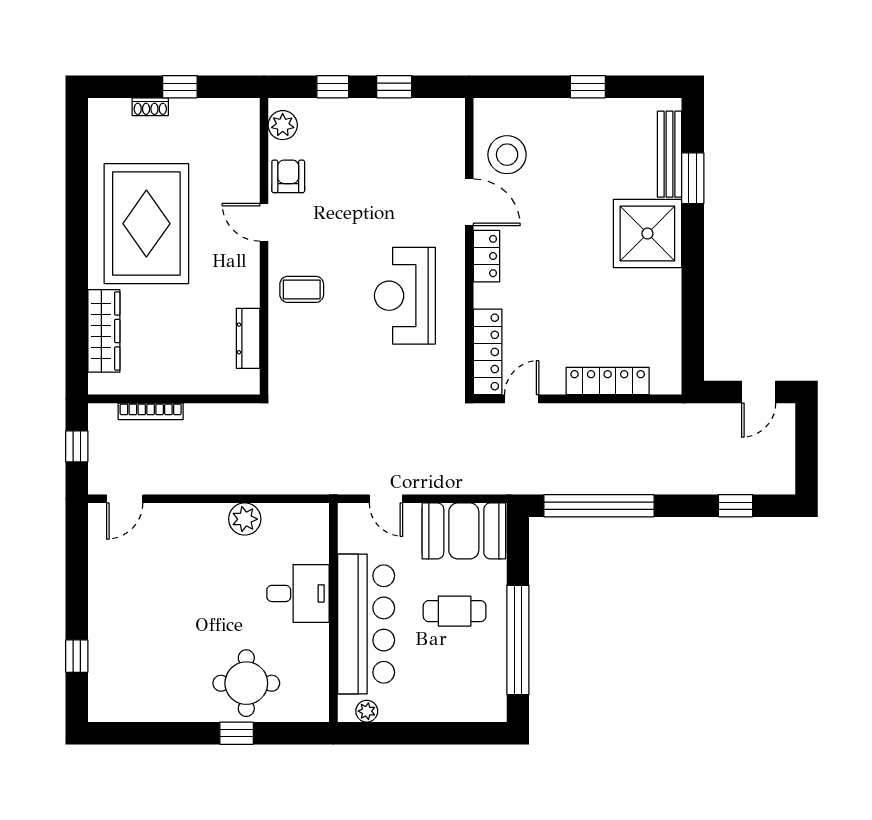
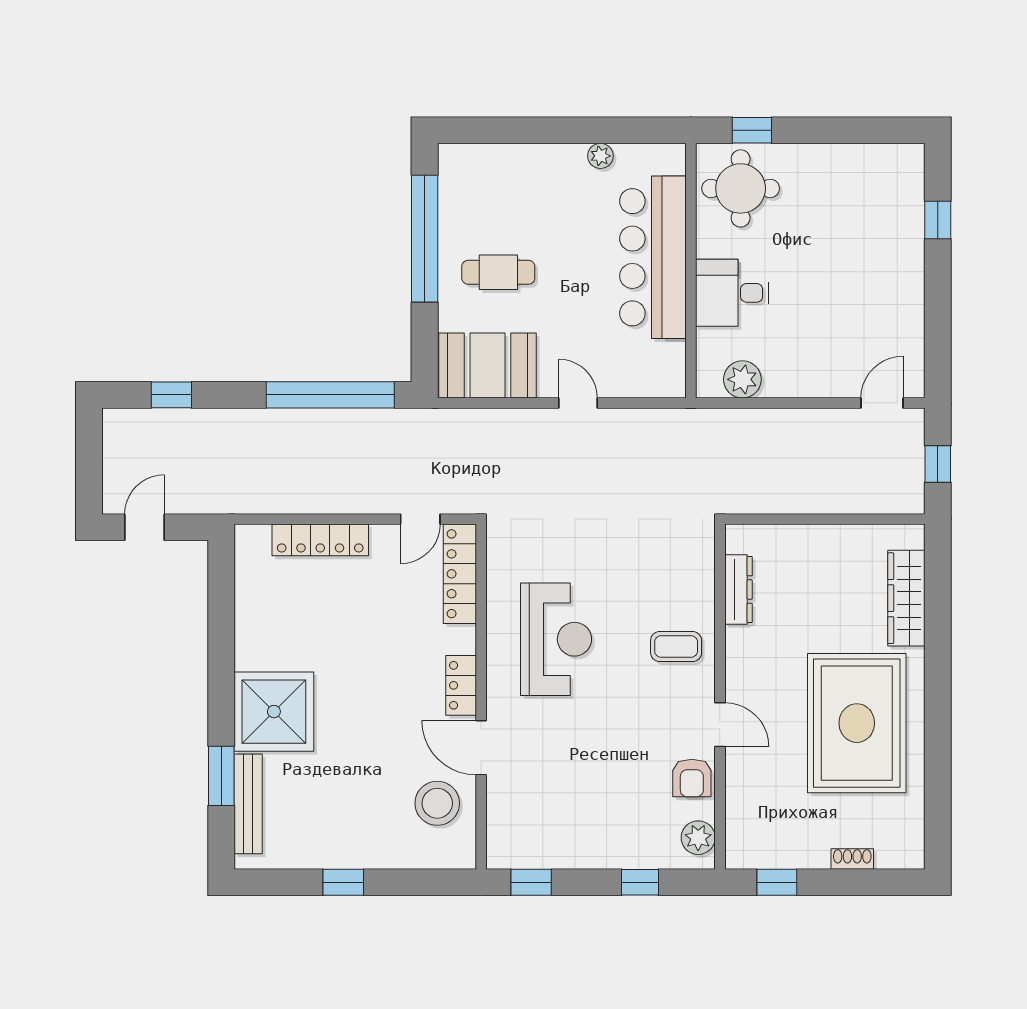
window: (180, 87) -> (777, 882), moved
window: (394, 87) -> (531, 882), moved
bookcase: (151, 411) -> (852, 505), removed
desk: (298, 593) -> (732, 293), moved
wall: (333, 613) -> (691, 271), moved
bar counter: (366, 624) -> (653, 257), moved

